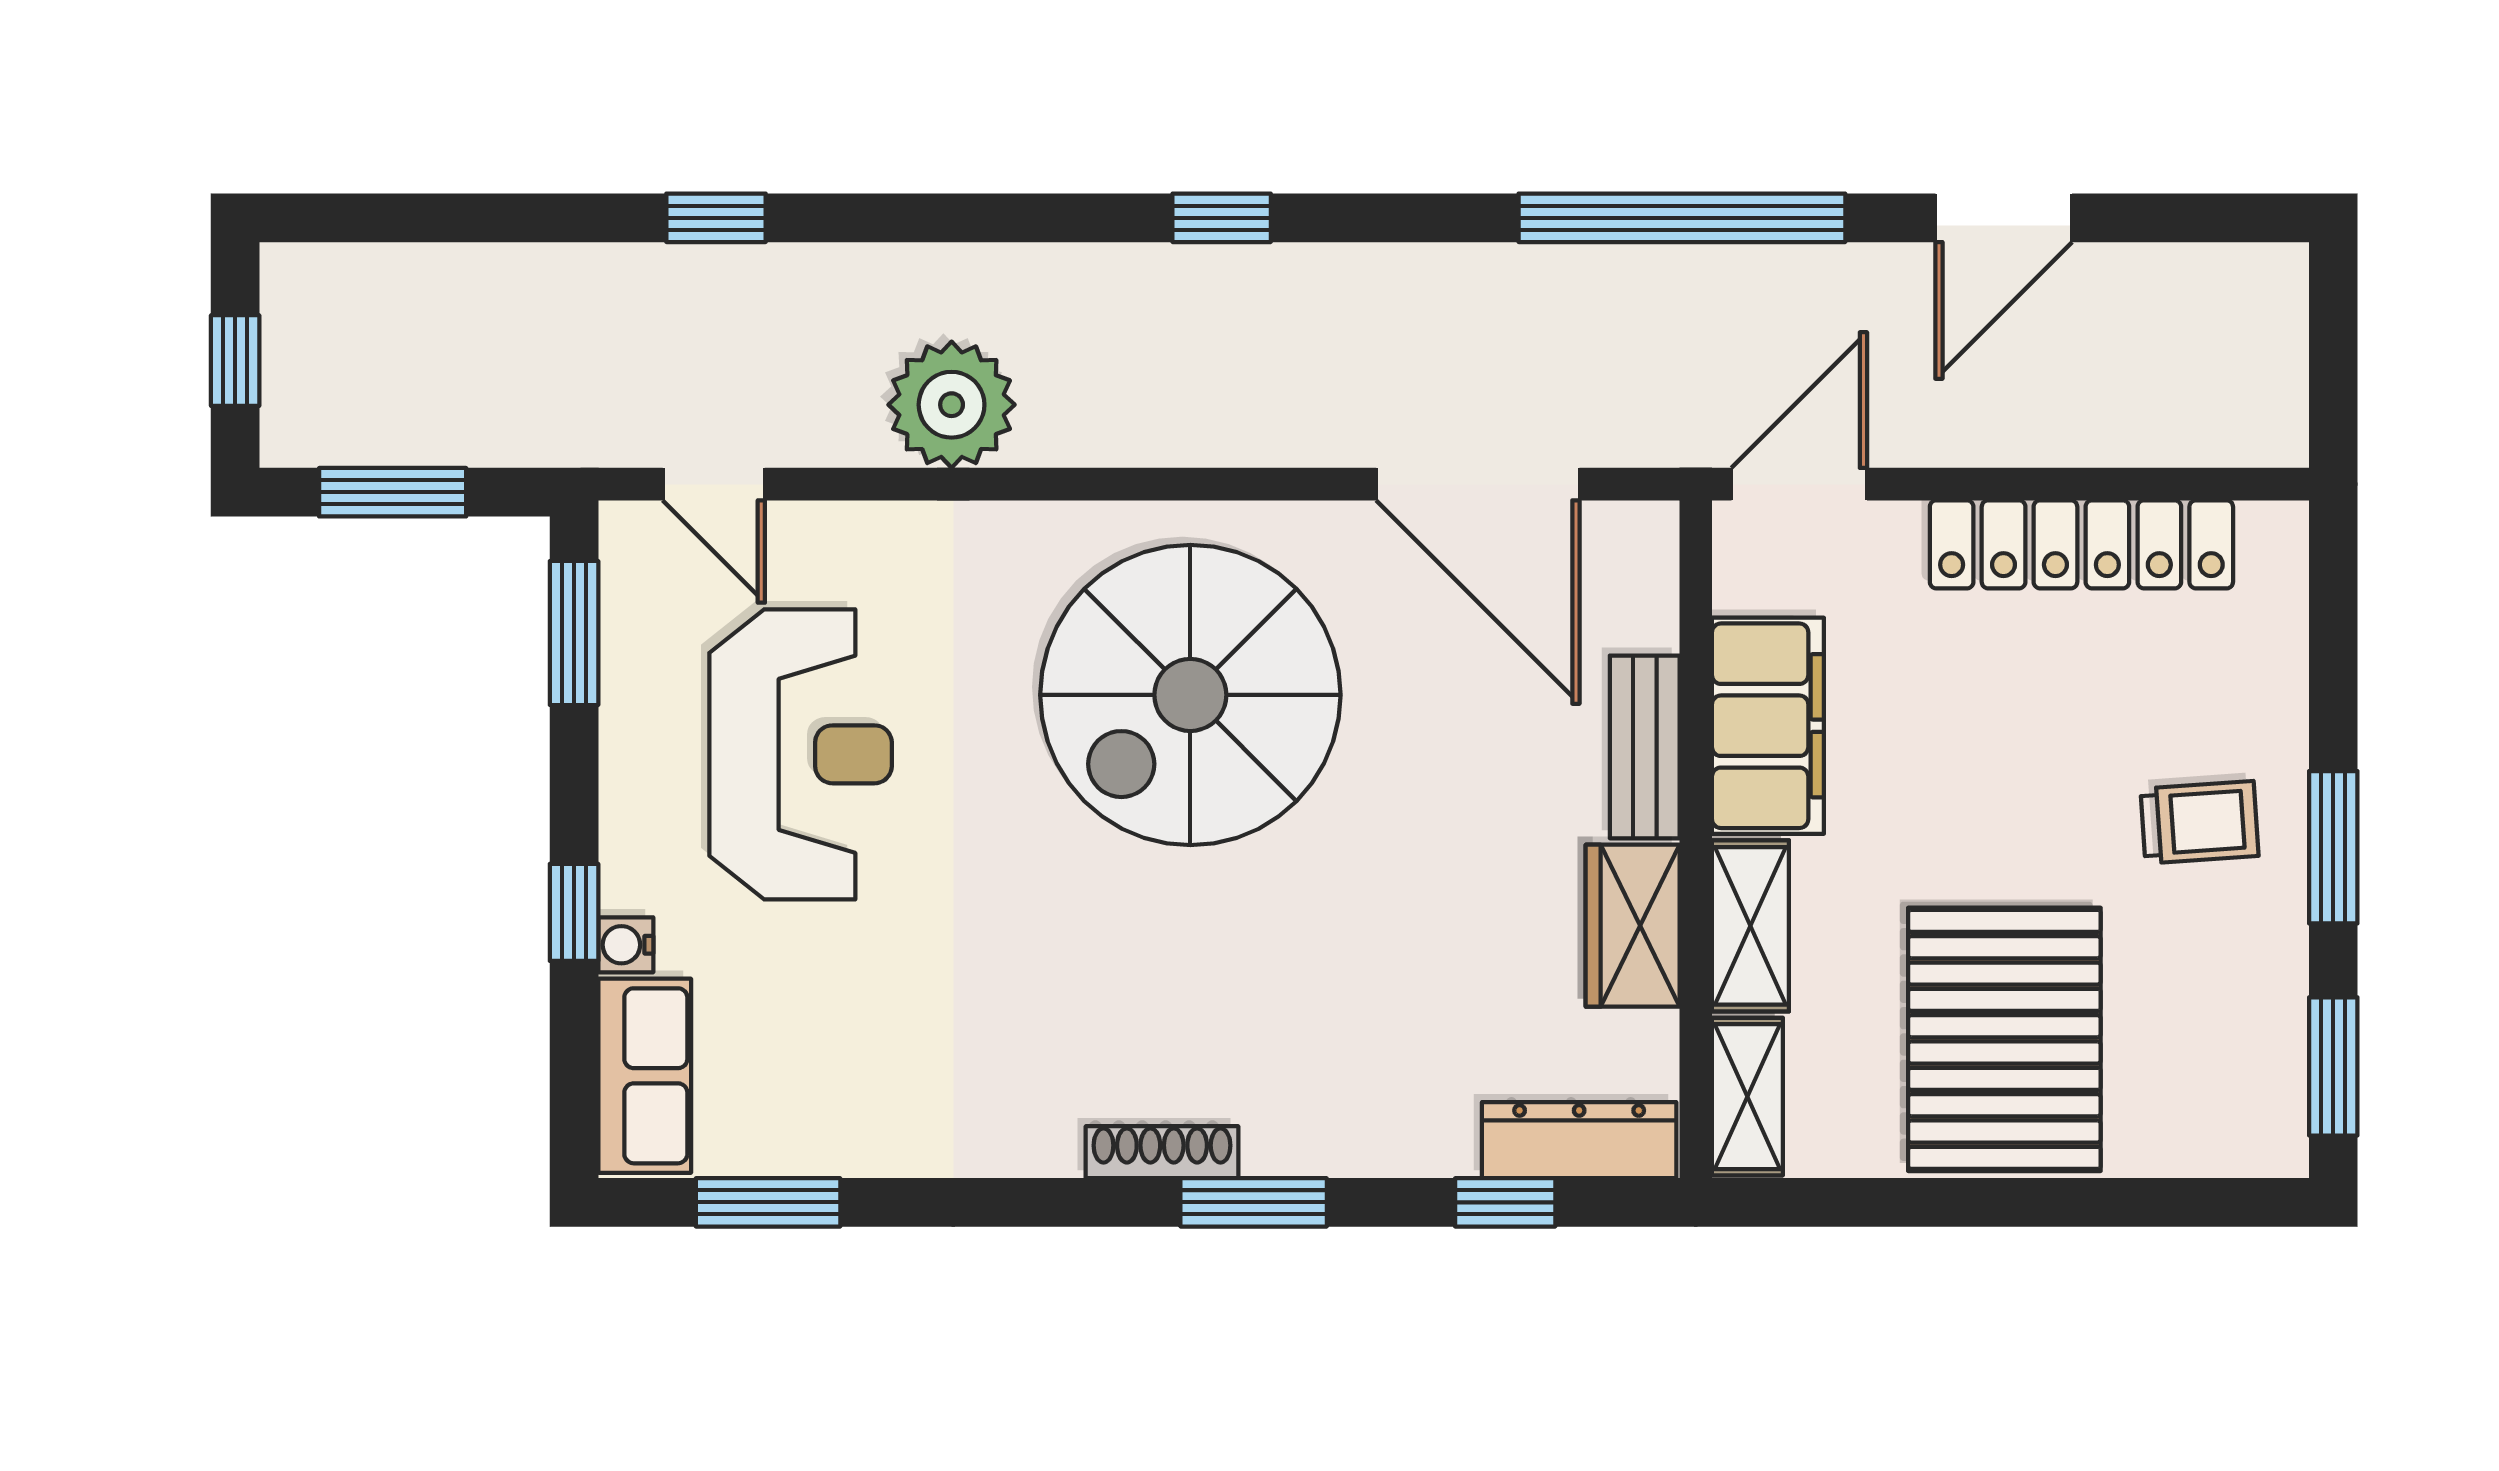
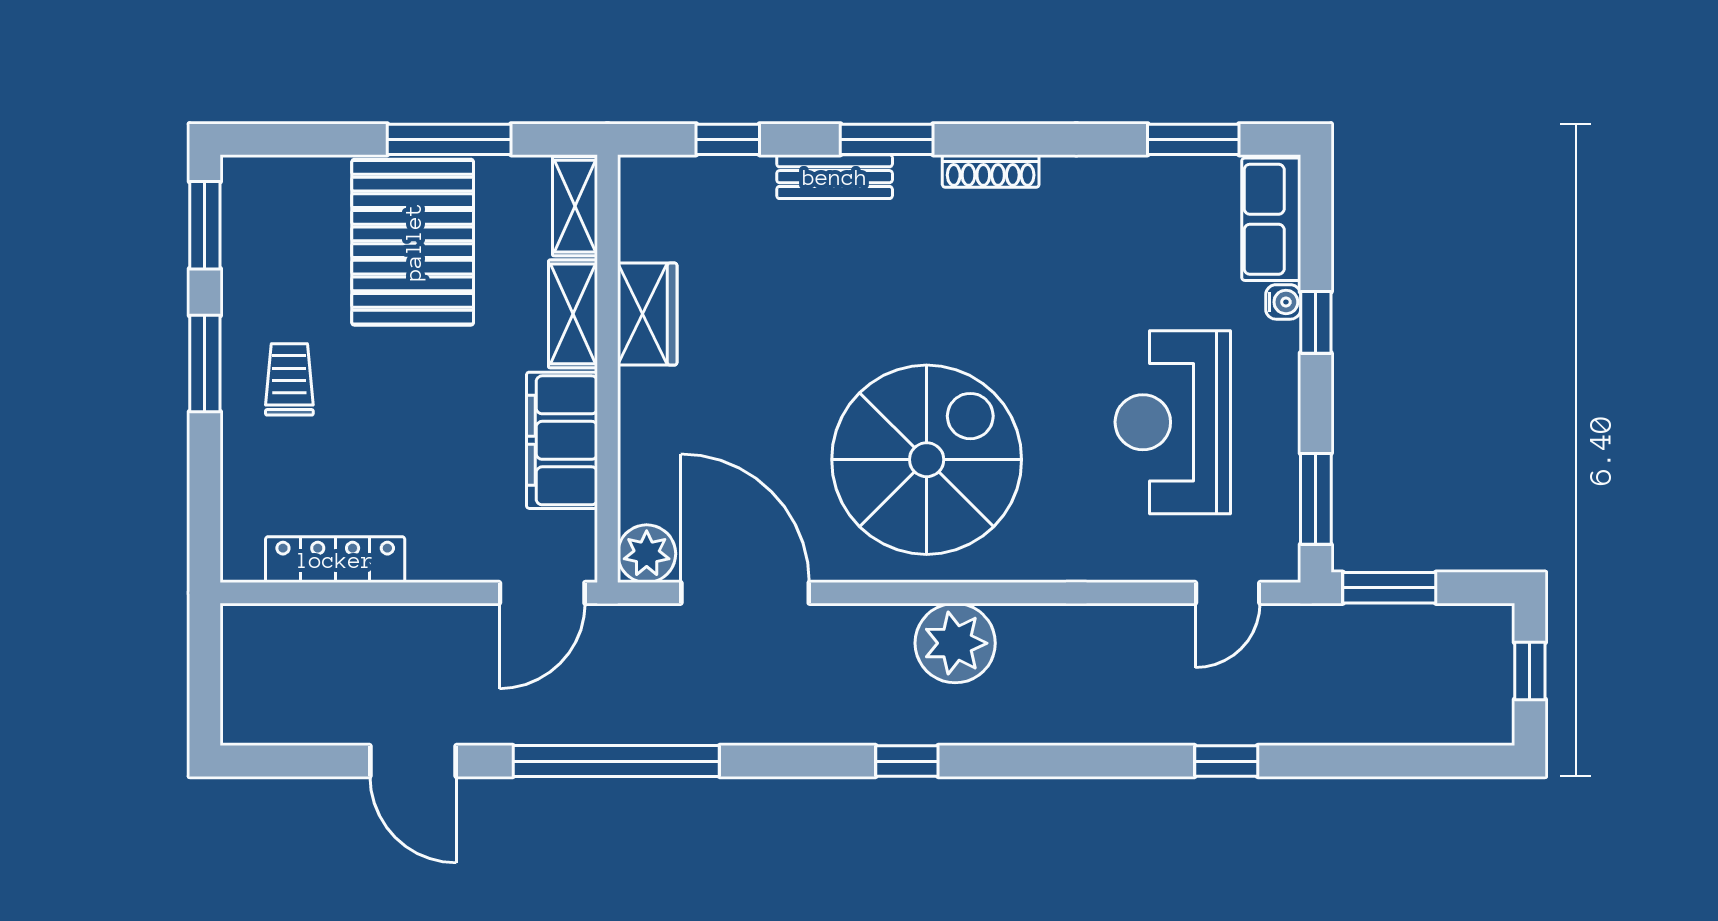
door: (2004, 218) -> (413, 761), swing flipped
plant: (952, 405) -> (955, 643), moved
door: (714, 484) -> (1228, 593), swing flipped
window: (393, 492) -> (1389, 588), moved
locker: (2081, 544) -> (335, 560), width x0.71, depth x0.83
plant: (1634, 546) -> (647, 554), added
bench: (1645, 747) -> (835, 177), moved, turned 90
trolley: (2199, 822) -> (289, 379), turned 94
dresser: (1579, 1140) -> (681, 179), removed
shoe rack: (1162, 1152) -> (991, 171), moved
window: (1947, 1202) -> (449, 139), added

